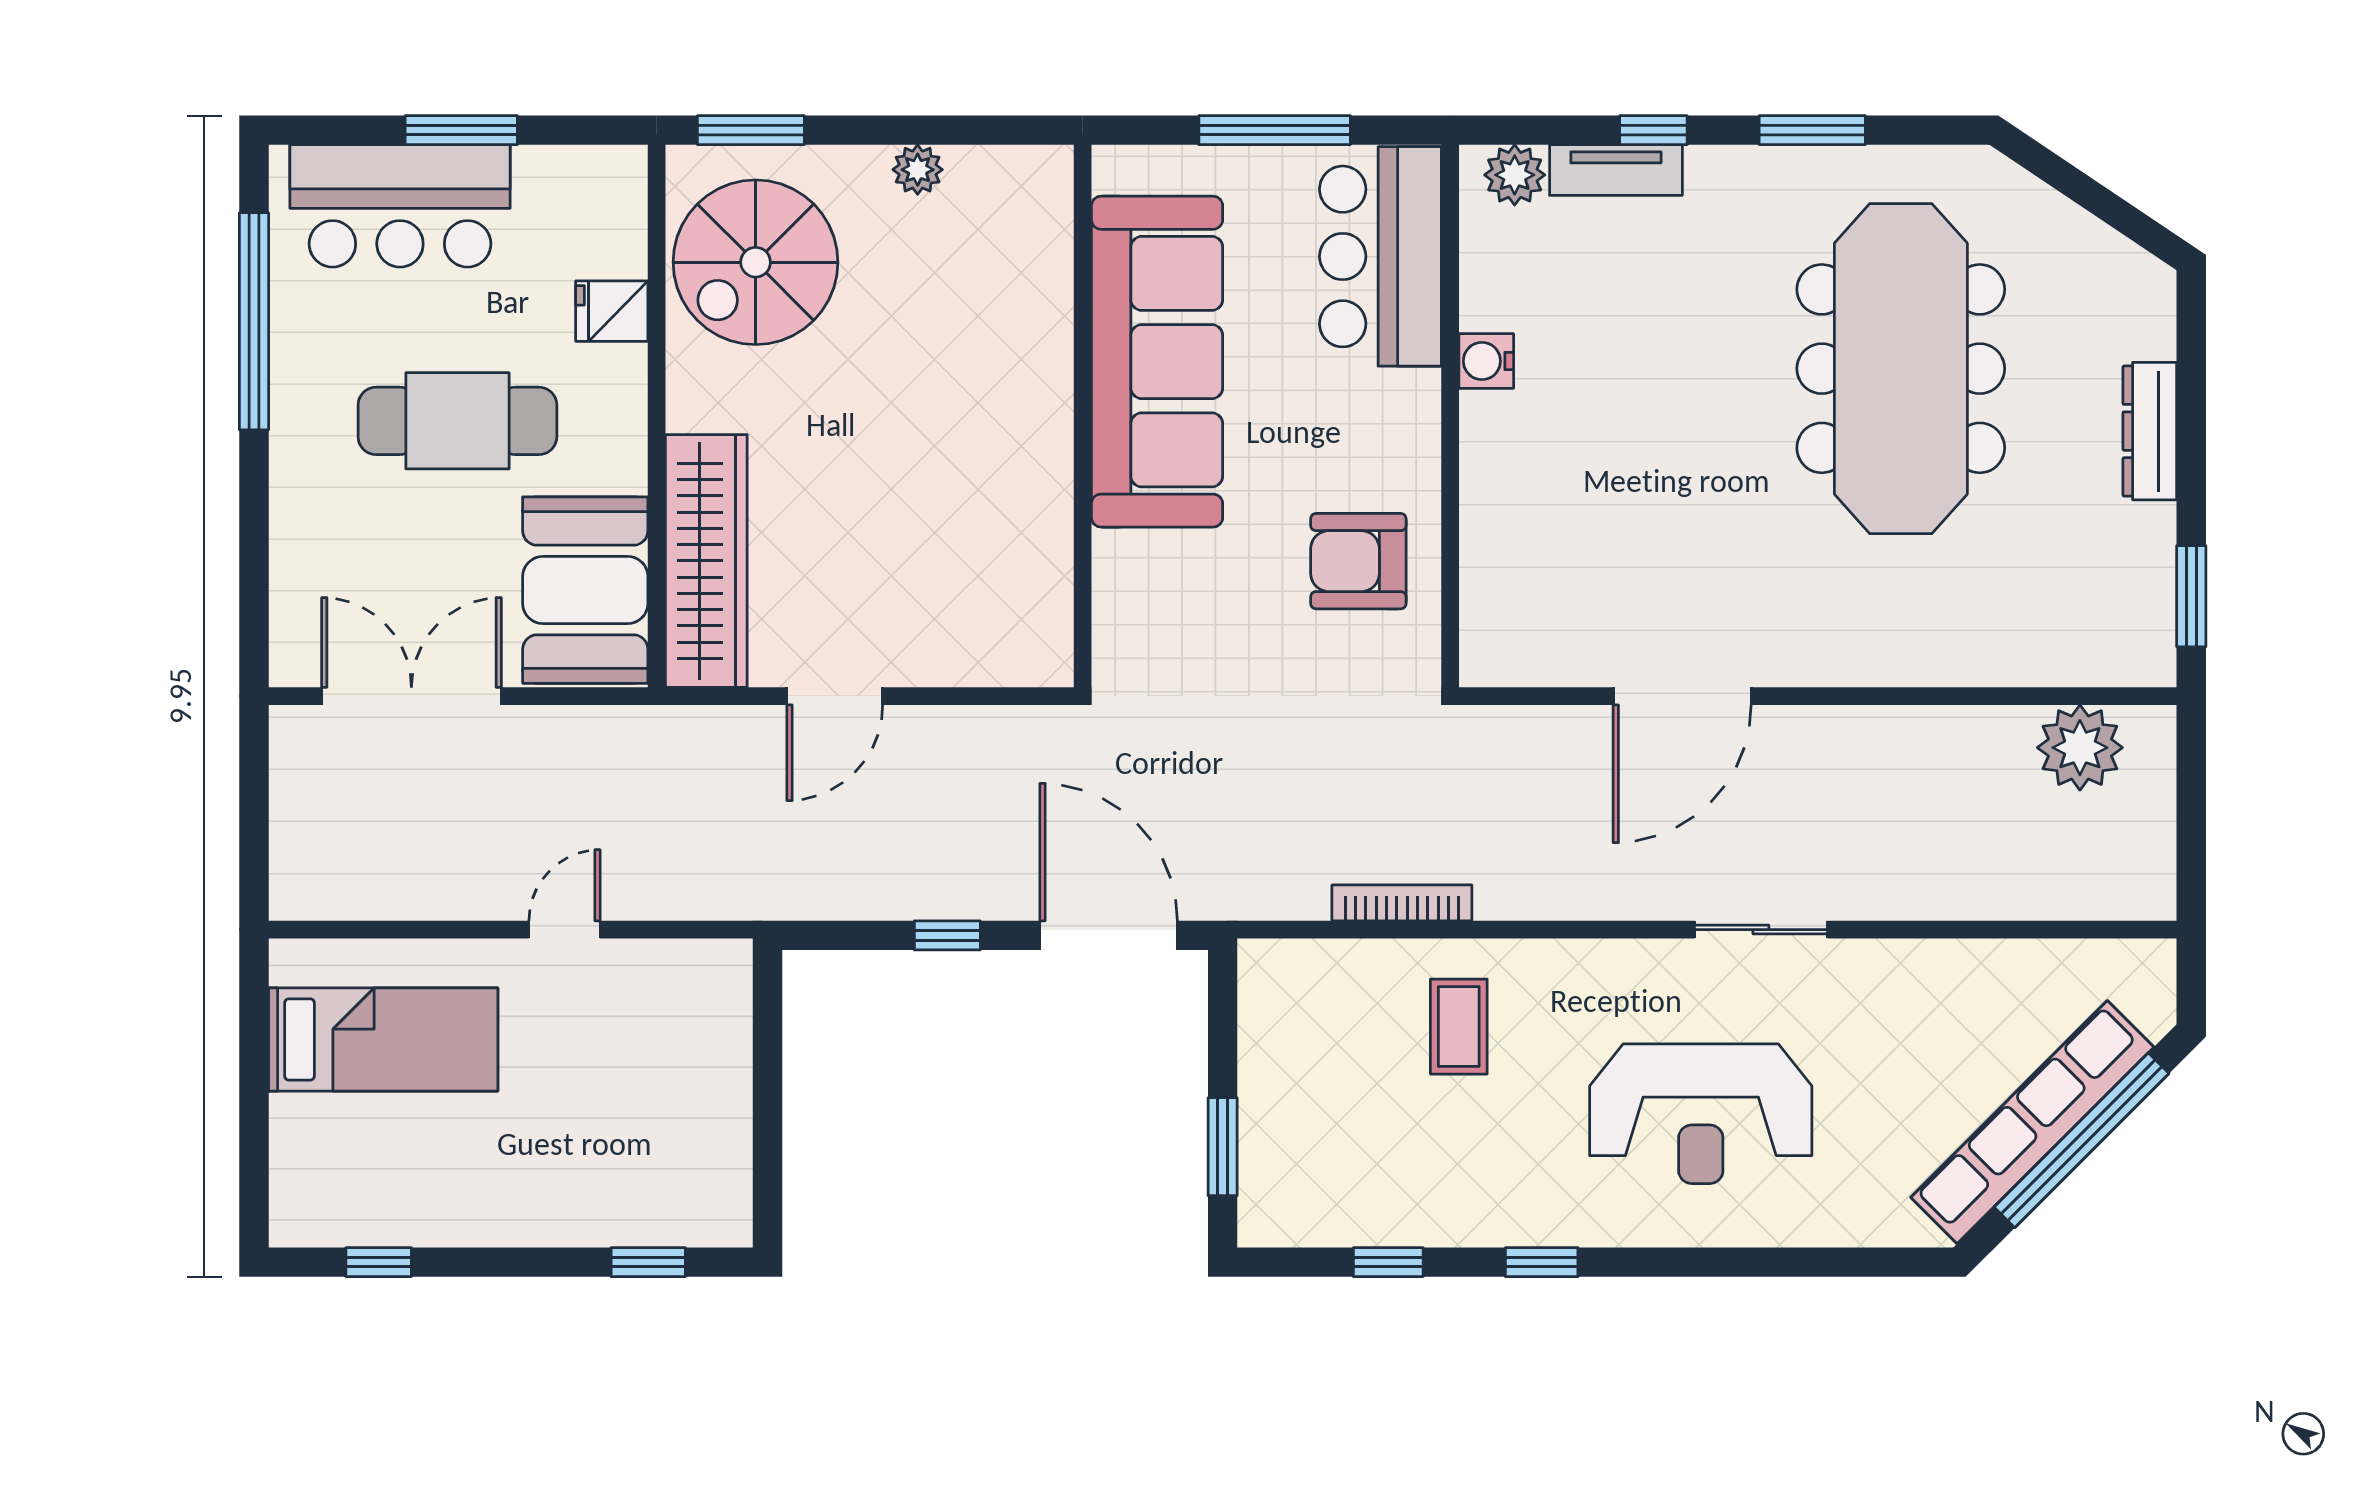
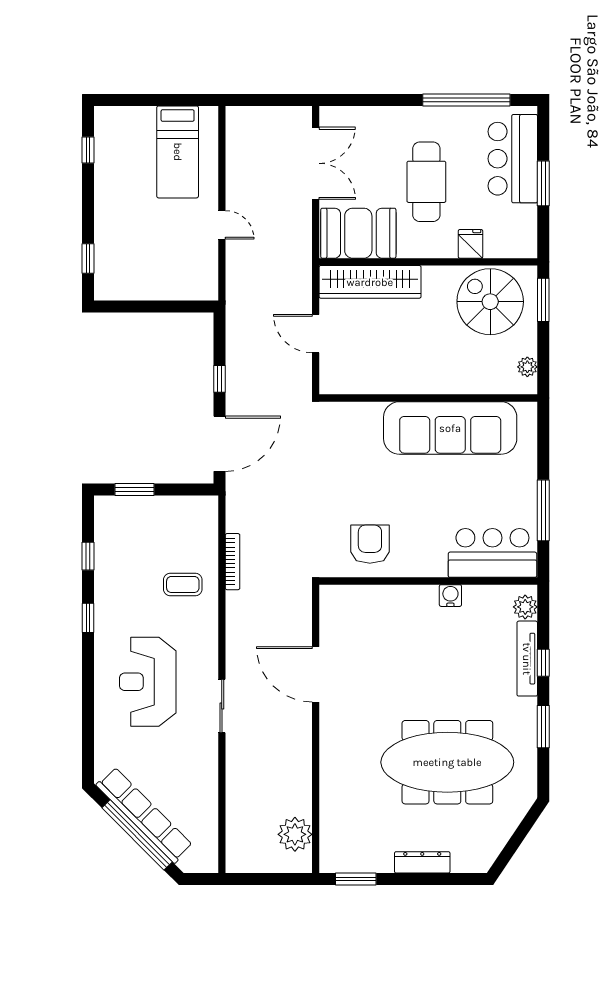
tv unit: (1616, 170) -> (527, 659), width x1.41
sofa: (1157, 362) -> (450, 428), moved
wall: (1083, 416) -> (428, 398), moved

